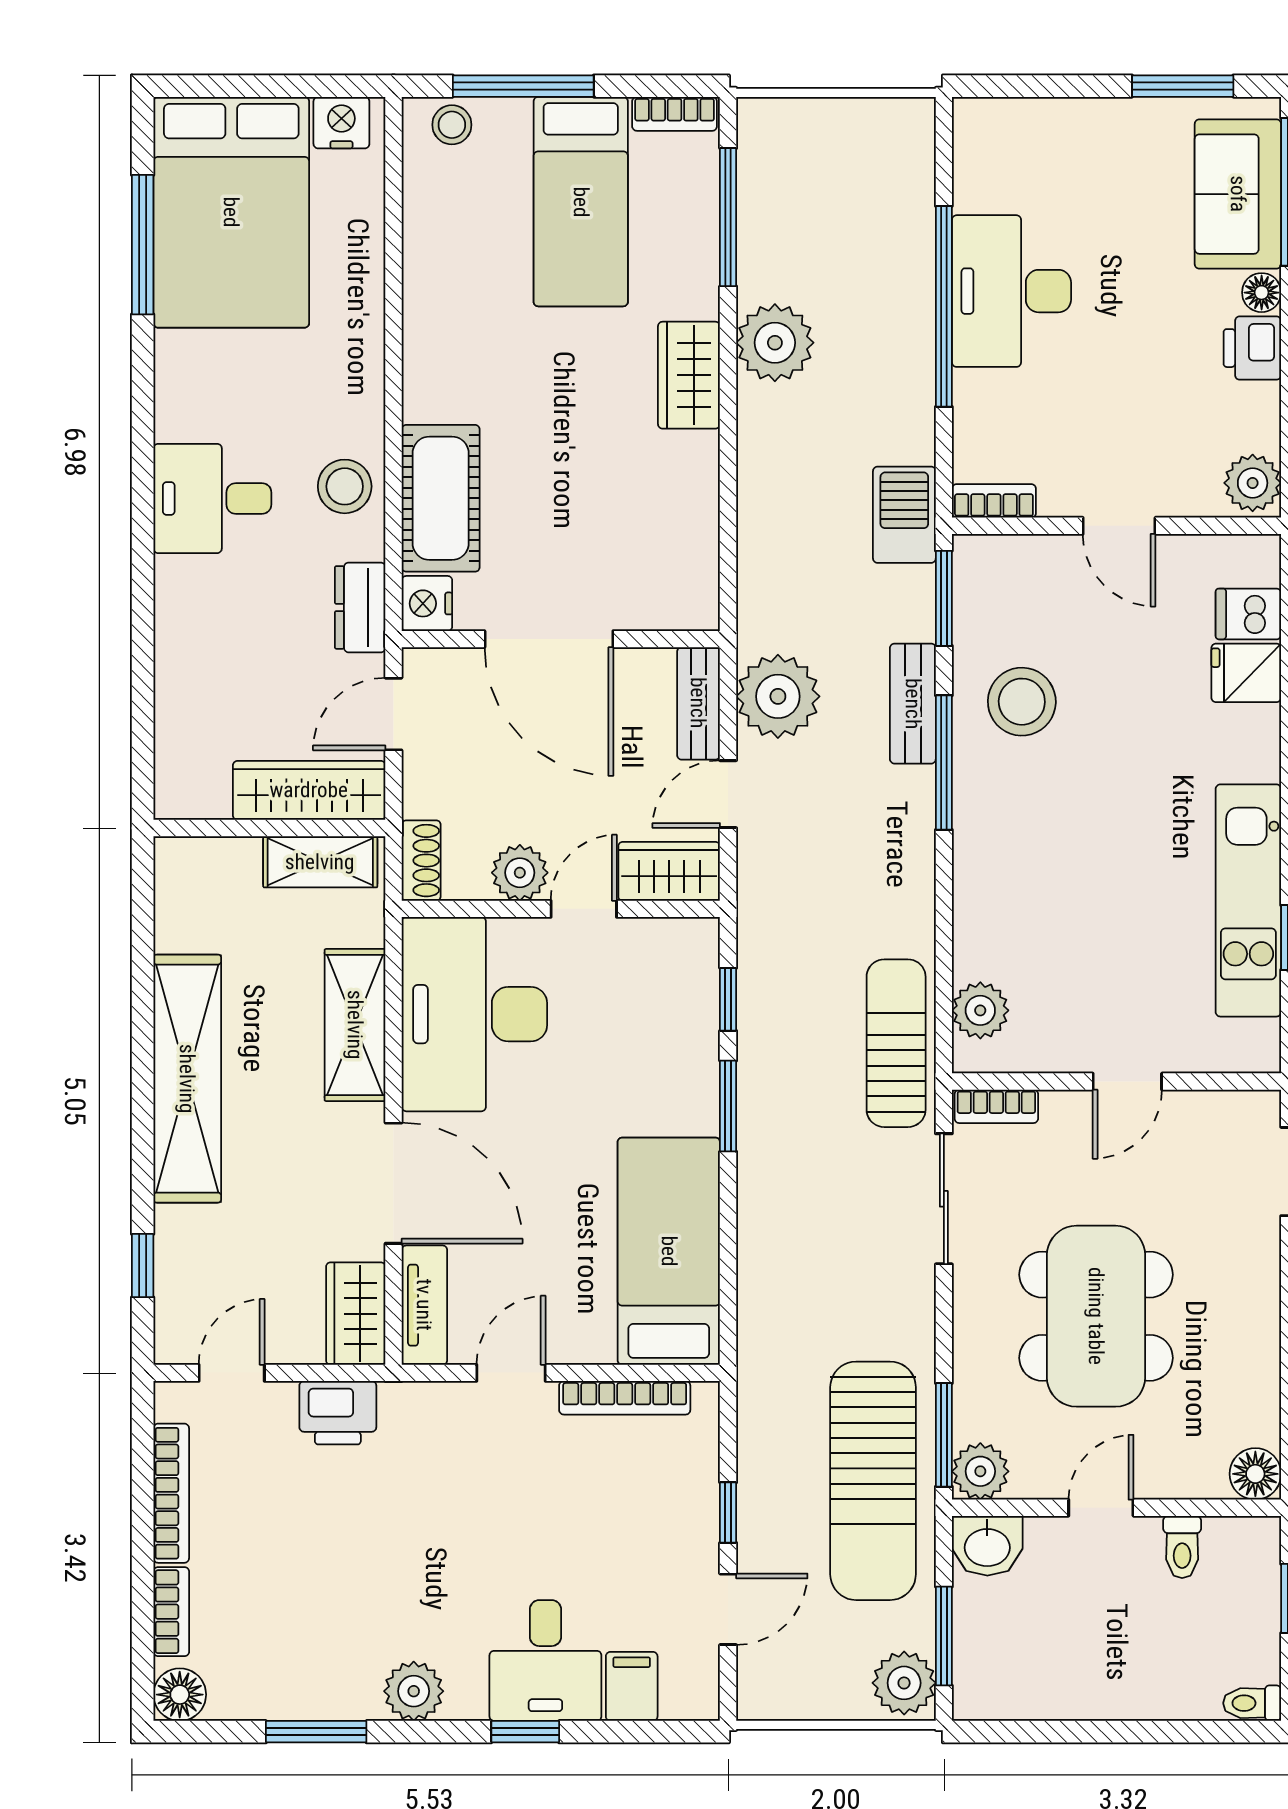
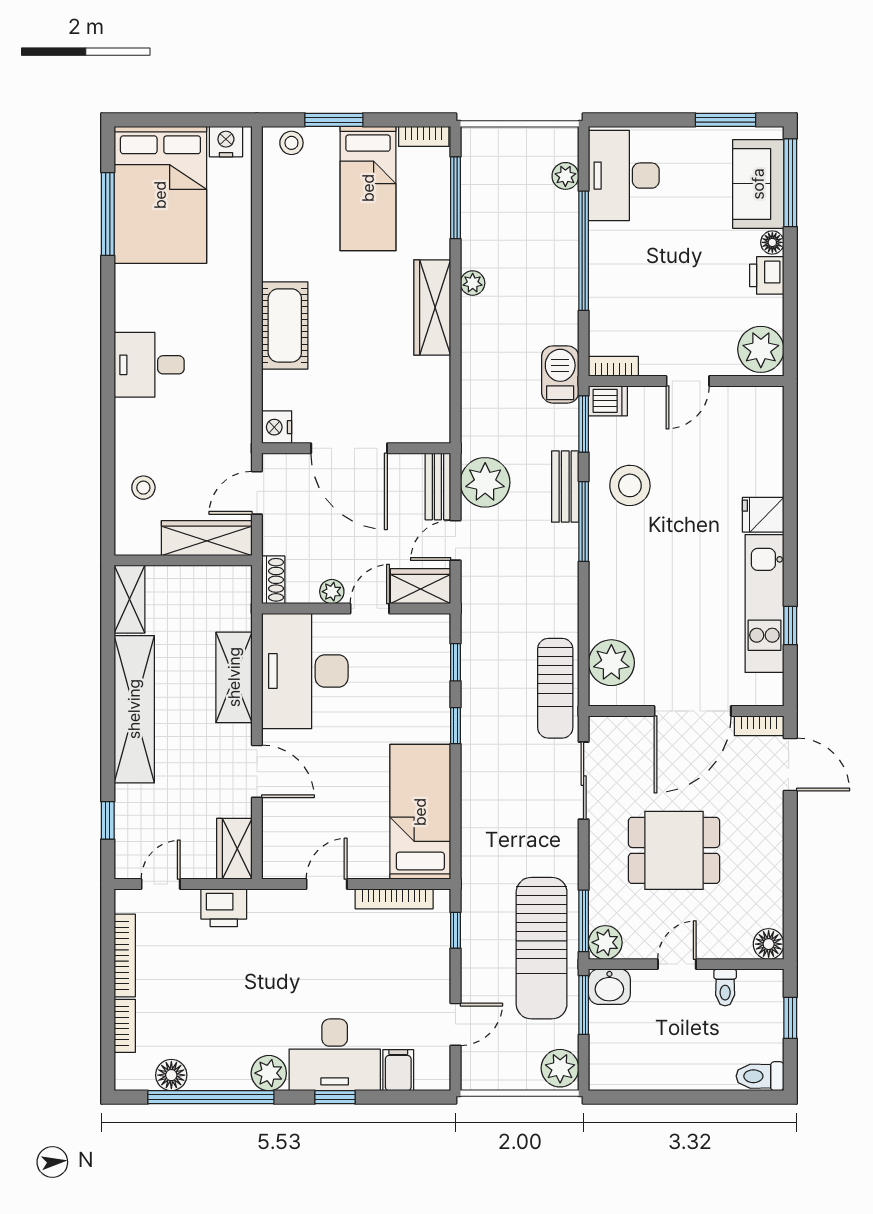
window: (523, 86) -> (334, 120), width x0.69
plant: (913, 181) -> (565, 176), added
desk: (1012, 291) -> (624, 176), moved
plant: (775, 343) -> (473, 283), width x0.53, depth x0.53
wardrobe: (689, 375) -> (432, 307), width x1.50
plant: (1253, 483) -> (761, 349), width x1.36, depth x1.36
stool: (345, 486) -> (143, 488), moved, width x0.73, depth x0.73
cot: (441, 498) -> (285, 325), moved
door: (1119, 526) -> (688, 381), hinge flipped
dresser: (360, 607) -> (237, 429), removed
dishwasher: (1248, 614) -> (608, 401), moved, turned 180
fridge: (1246, 673) -> (763, 515), moved
shelving: (320, 862) -> (130, 599), moved, turned 90
plant: (520, 873) -> (332, 592), width x0.73, depth x0.73
plant: (980, 1010) -> (611, 663), width x1.36, depth x1.36
sun lounger: (896, 1043) -> (555, 688), turned 180
door: (1127, 1082) -> (693, 711), width x1.87
window: (728, 1106) -> (455, 726), width x0.67
bookcase: (996, 1106) -> (759, 726), moved
door: (394, 1183) -> (257, 771), width x0.73
tv unit: (424, 1305) -> (275, 844), removed
dining table: (1096, 1316) -> (674, 850), width x0.73
window: (728, 1513) -> (455, 930), moved
window: (944, 1636) -> (584, 1005), moved
desk: (545, 1661) -> (335, 1055), width x1.37
floor lamp: (180, 1695) -> (171, 1075), moved
toilet: (1252, 1703) -> (760, 1076), width x1.37, depth x1.39
window: (316, 1732) -> (211, 1097), width x2.11

